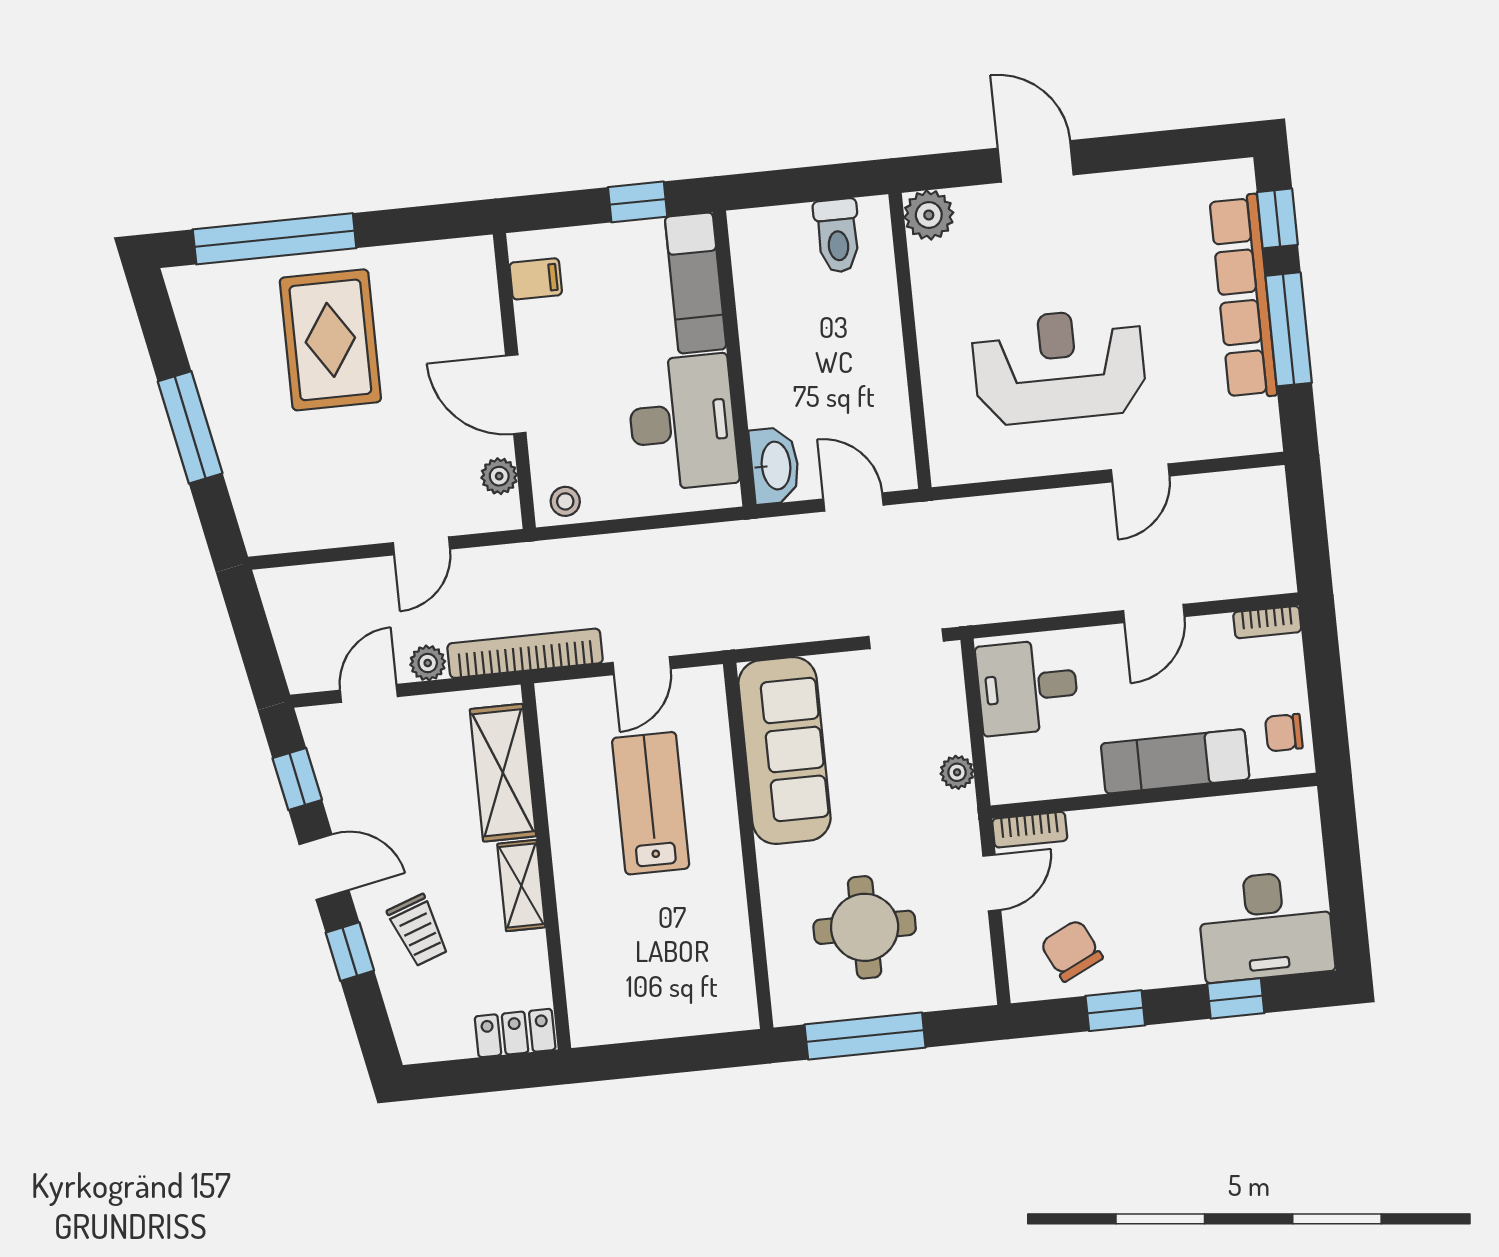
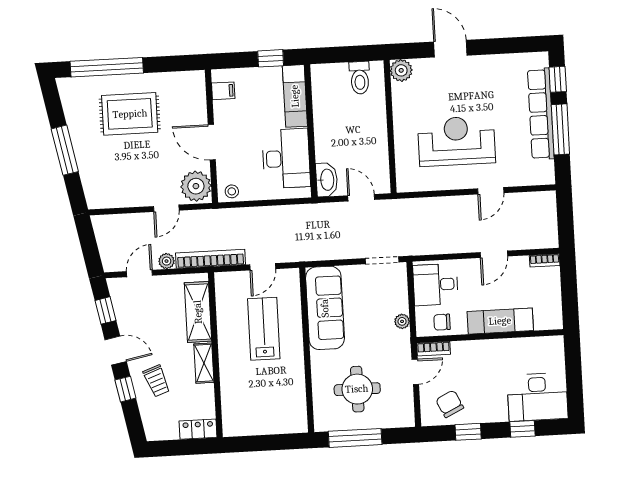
rug: (330, 340) -> (130, 114), turned 90
plant: (499, 476) -> (196, 186), width x1.88, depth x1.88
chair: (1284, 733) -> (442, 322), moved

